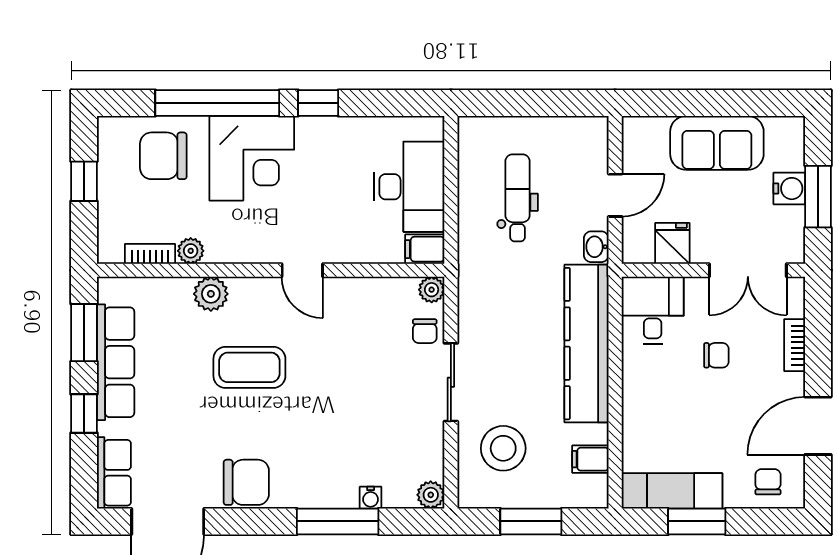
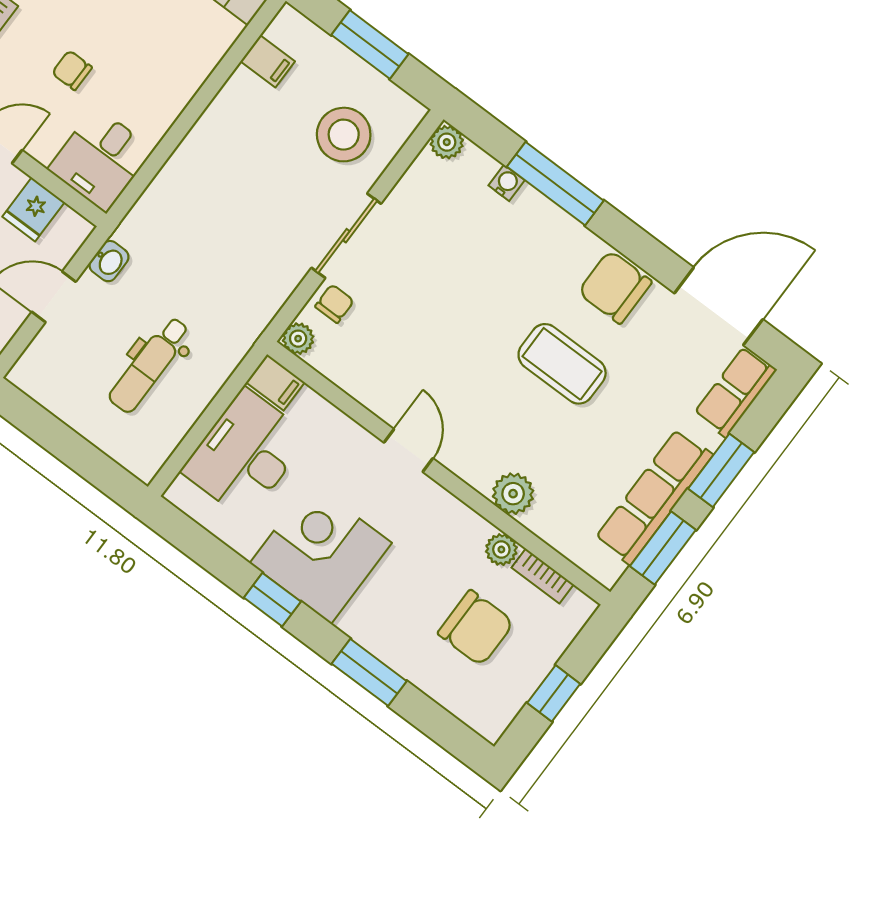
window: (217, 103) -> (369, 672), width x0.47
chair: (163, 156) -> (476, 628), moved
corner desk: (252, 158) -> (321, 553), moved
kitchen counter: (587, 344) -> (188, 175), removed
coffee table: (249, 367) -> (562, 364), moved
window: (84, 413) -> (721, 470), width x1.50

